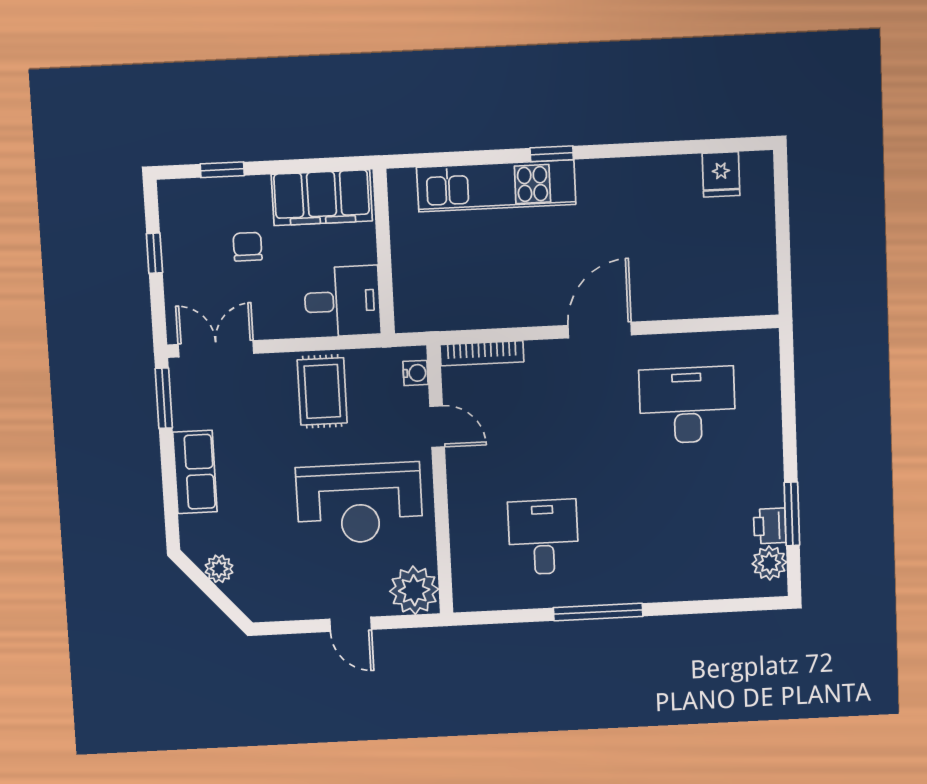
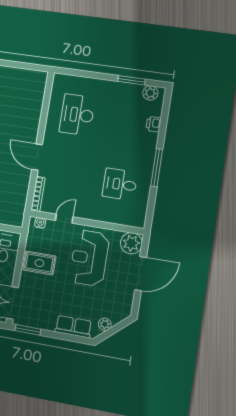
door: (600, 330) -> (37, 157), moved
row of seats: (195, 472) -> (73, 327), moved
reception desk: (359, 503) -> (89, 258), turned 180
printer: (770, 526) -> (154, 124), moved, turned 90
door: (351, 624) -> (141, 274), width x1.87

